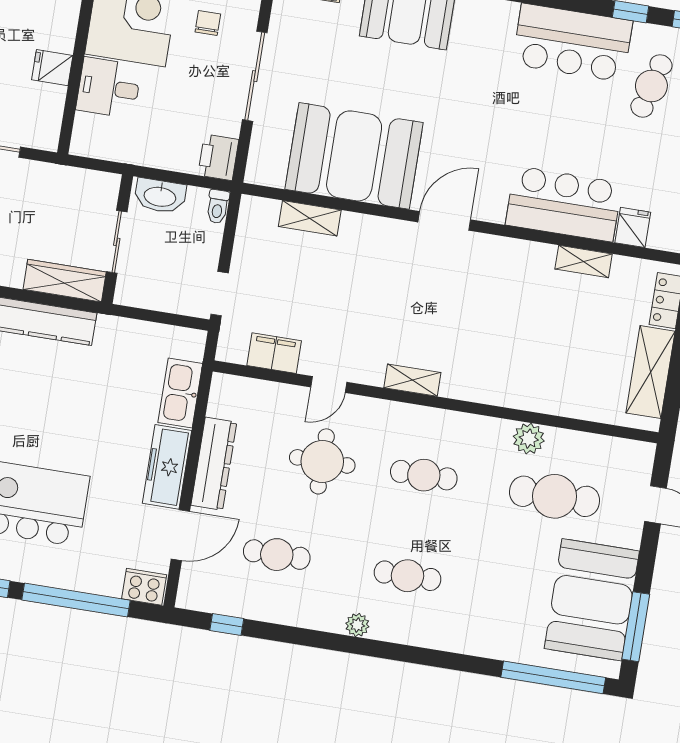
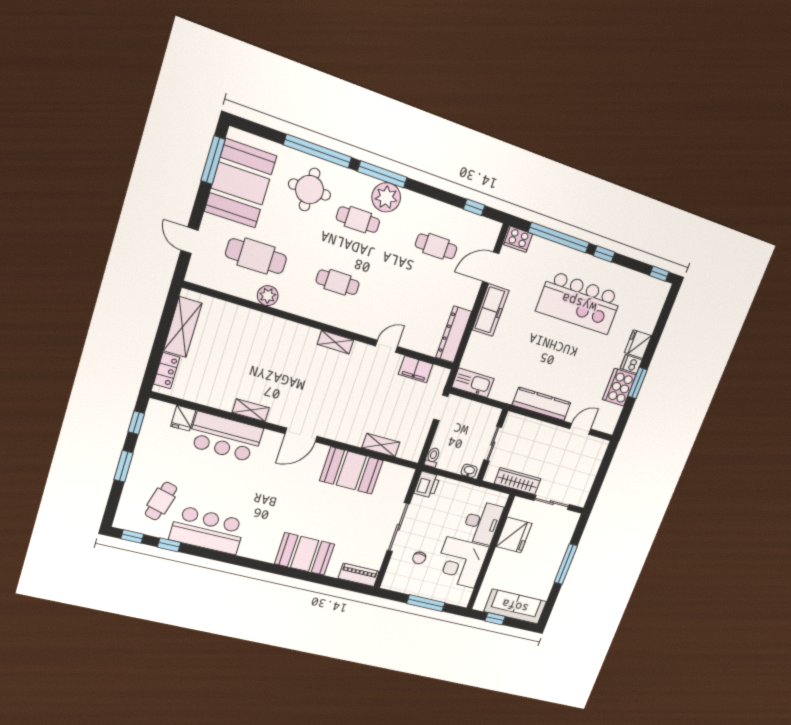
fridge: (52, 68) -> (514, 535), width x1.88, depth x1.34
desk: (109, 88) -> (482, 523), width x1.37
booth: (354, 156) -> (351, 471), width x0.73, depth x0.70
washbasin: (160, 196) -> (469, 471), width x0.52, depth x0.69
shelving: (584, 261) -> (251, 410), moved
wardrobe: (65, 281) -> (518, 481), moved, turned 180
kitchen sink: (180, 393) -> (473, 383), moved, turned -90
round table: (322, 461) -> (310, 190), moved
dresser: (214, 464) -> (454, 334), moved
plant: (357, 625) -> (386, 197), width x1.88, depth x1.88
window: (381, 650) -> (382, 174), added
window: (553, 677) -> (318, 151), moved

